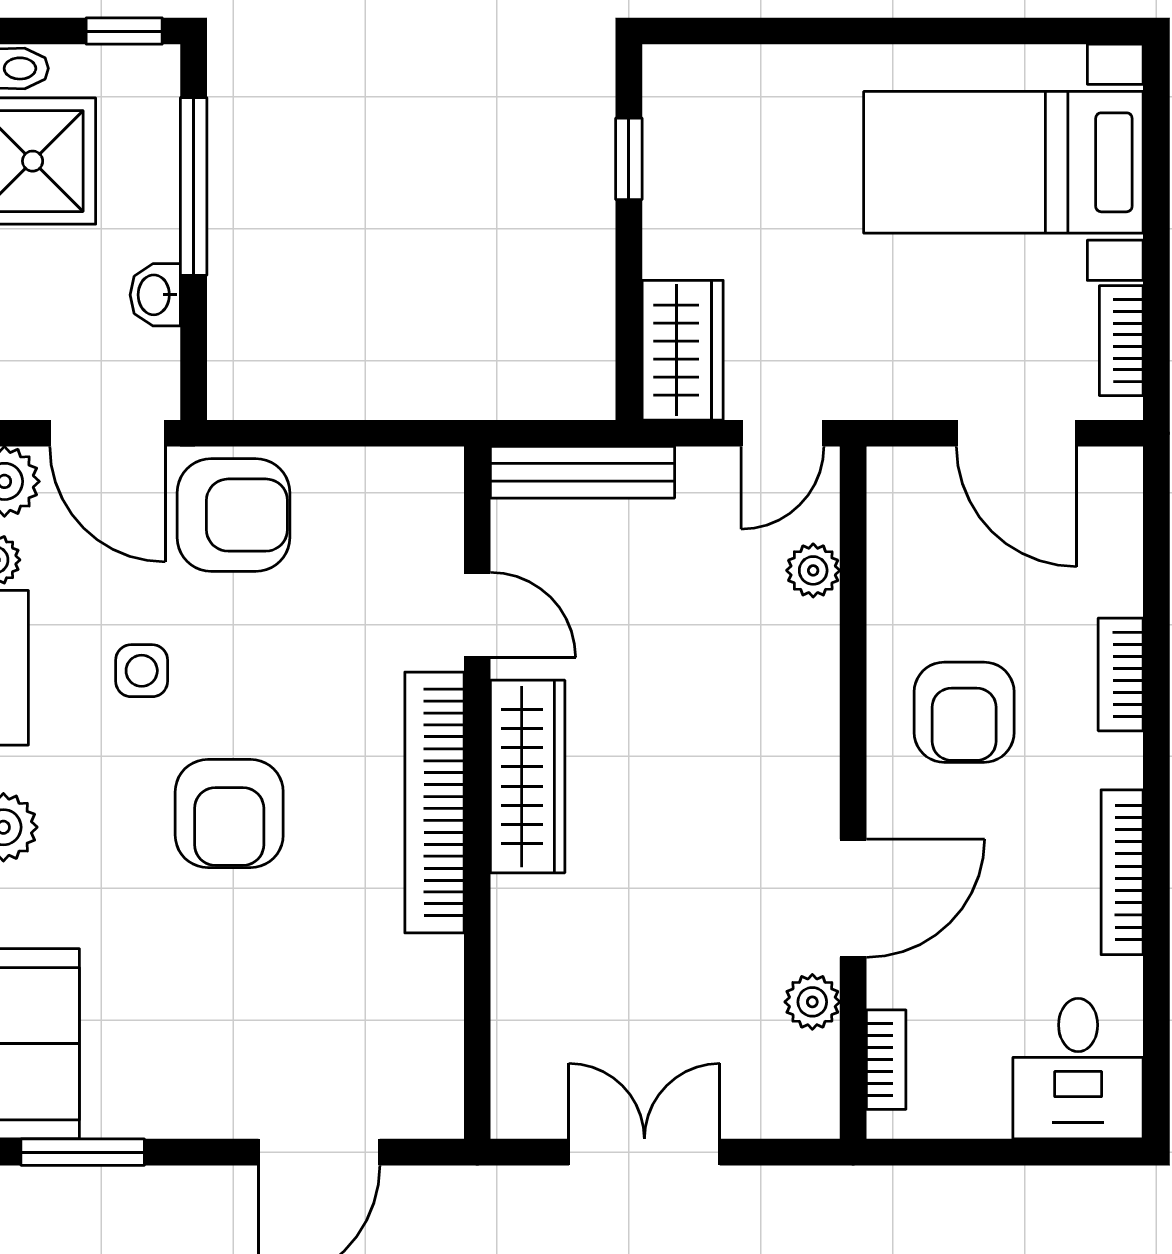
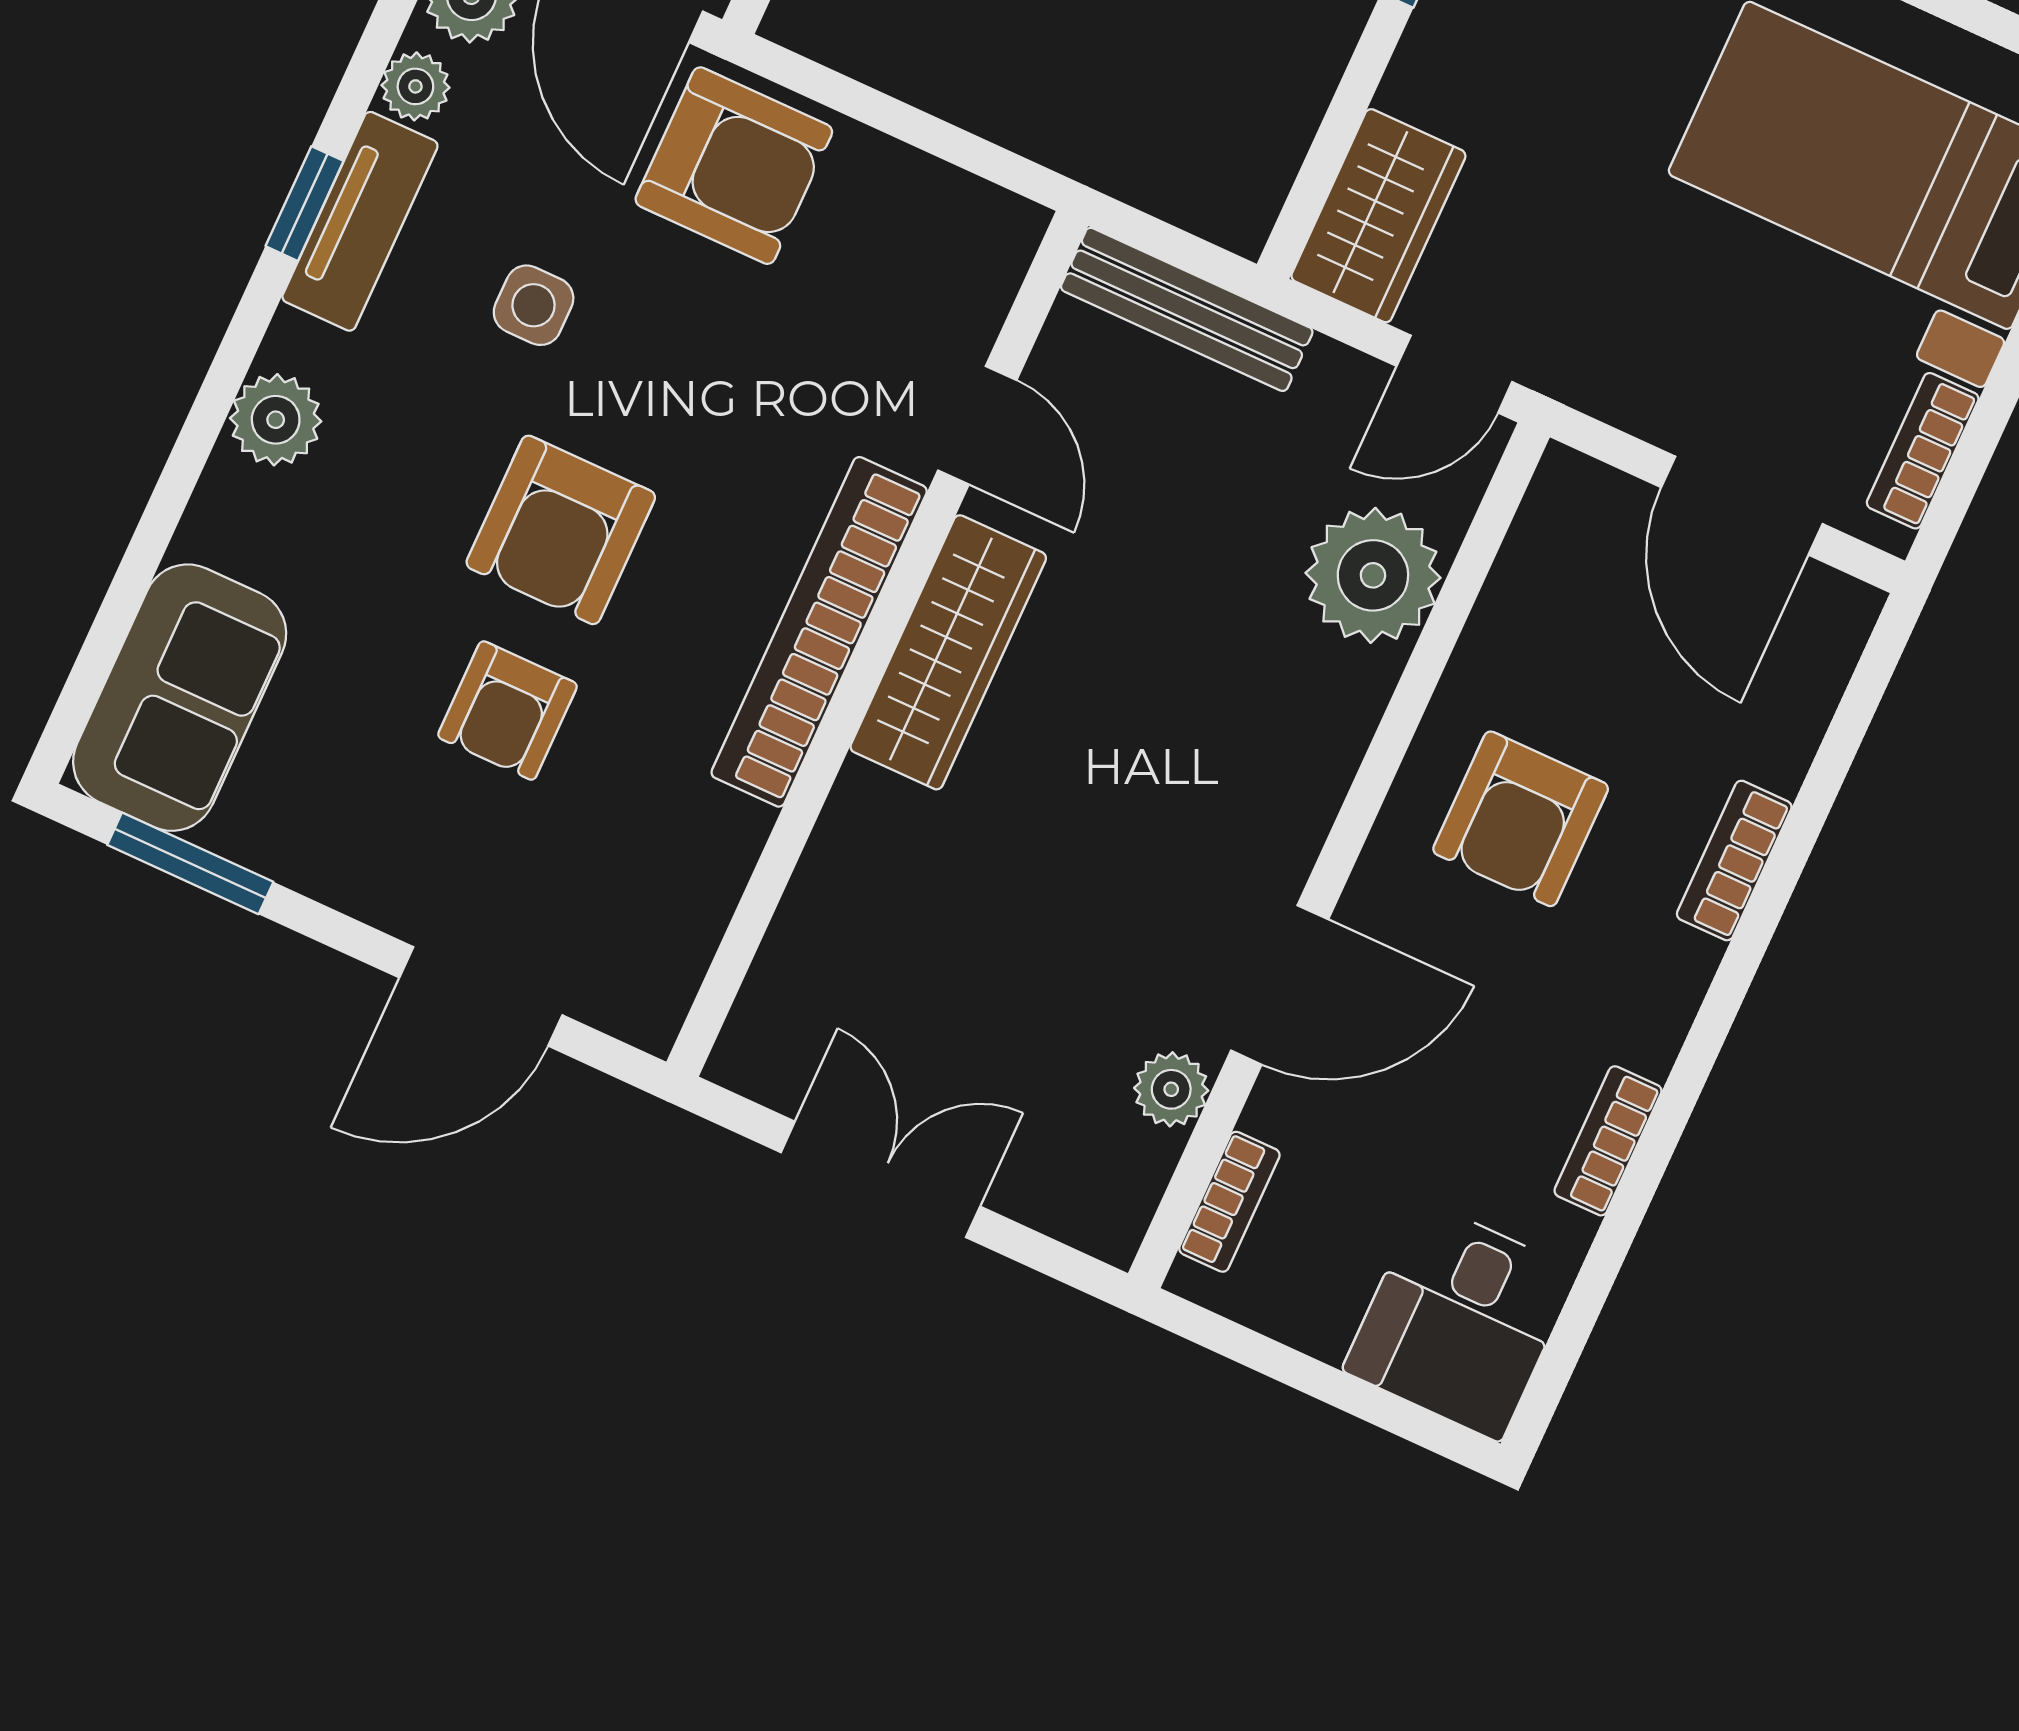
plant: (813, 570) -> (1373, 575), width x1.87, depth x1.87
bookcase: (1122, 872) -> (1608, 1141), width x0.64
armchair: (249, 951) -> (507, 710), added

